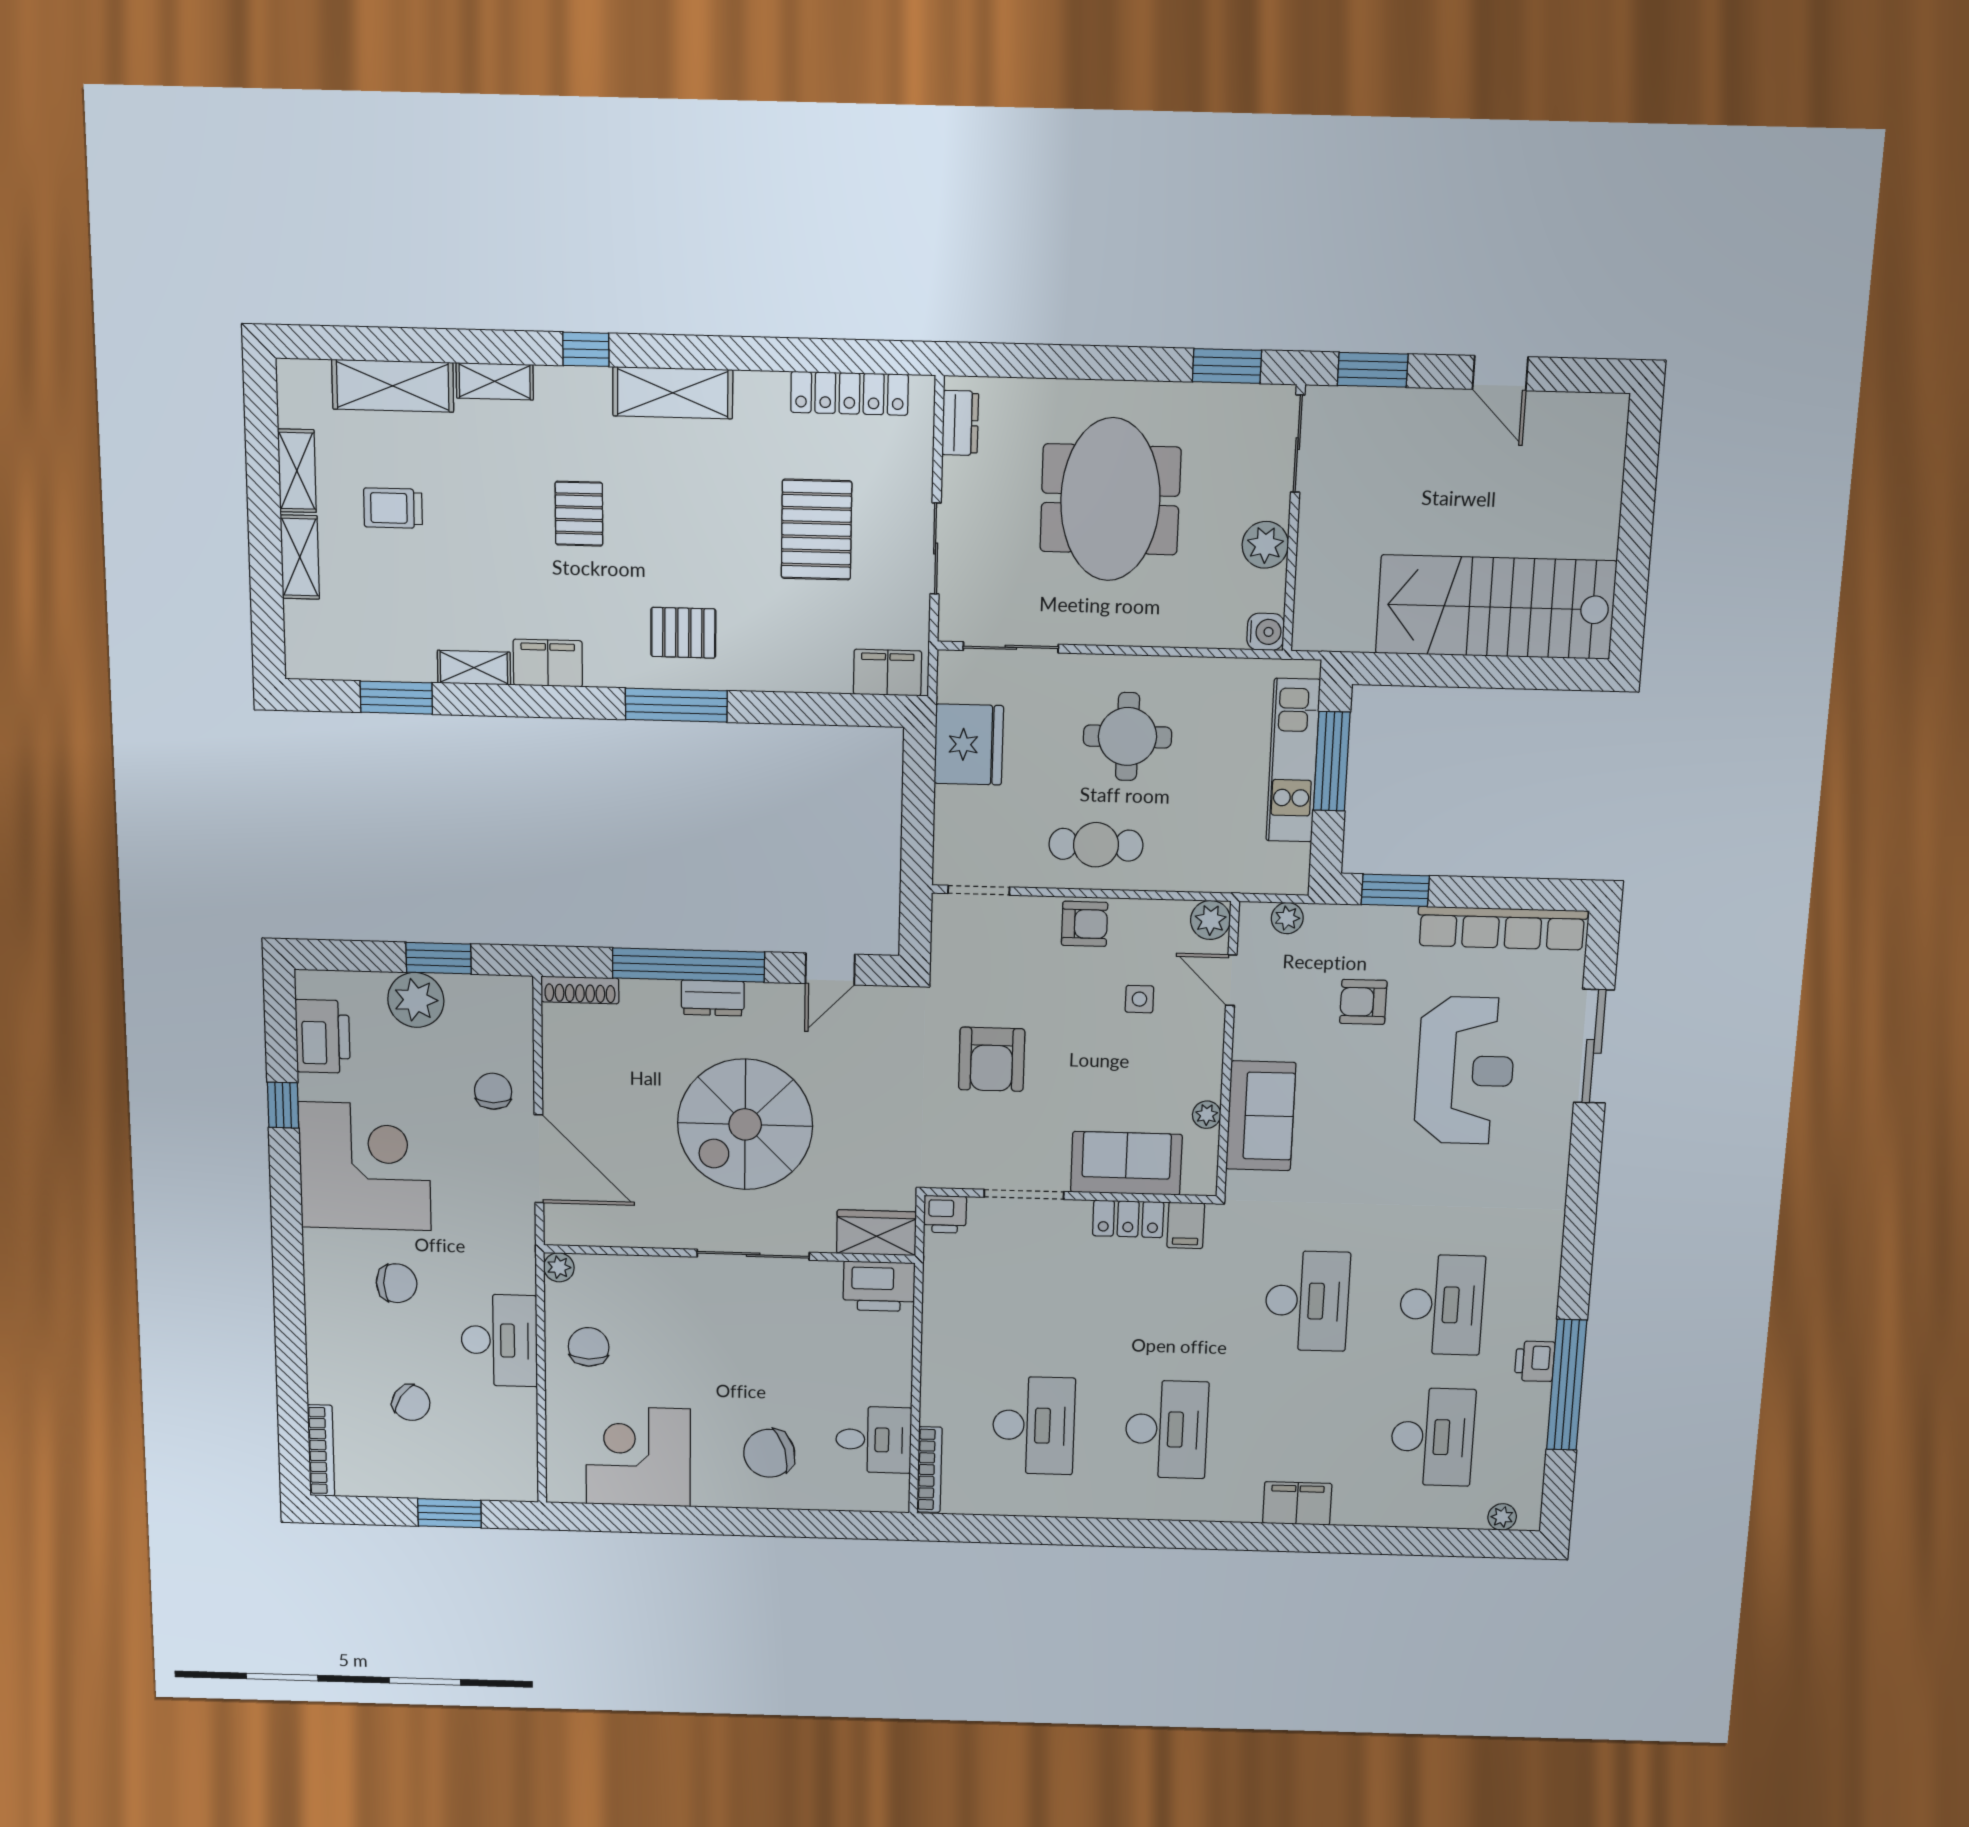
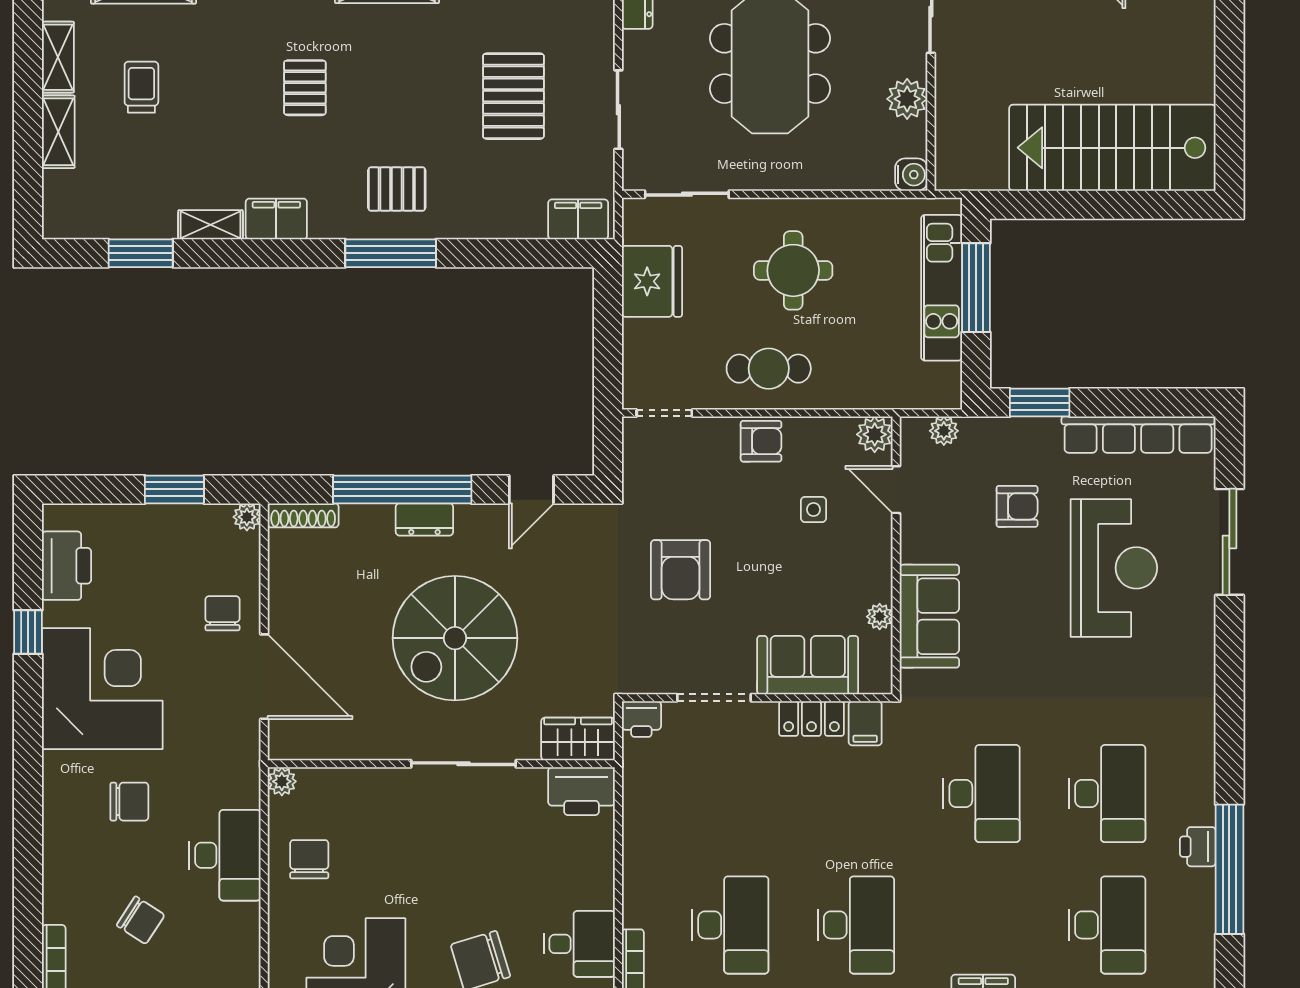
trolley: (393, 508) -> (141, 87), turned 90
plant: (416, 1000) -> (247, 517), moved, width x0.53, depth x0.53
armchair: (1363, 1002) -> (1017, 506), turned 180

